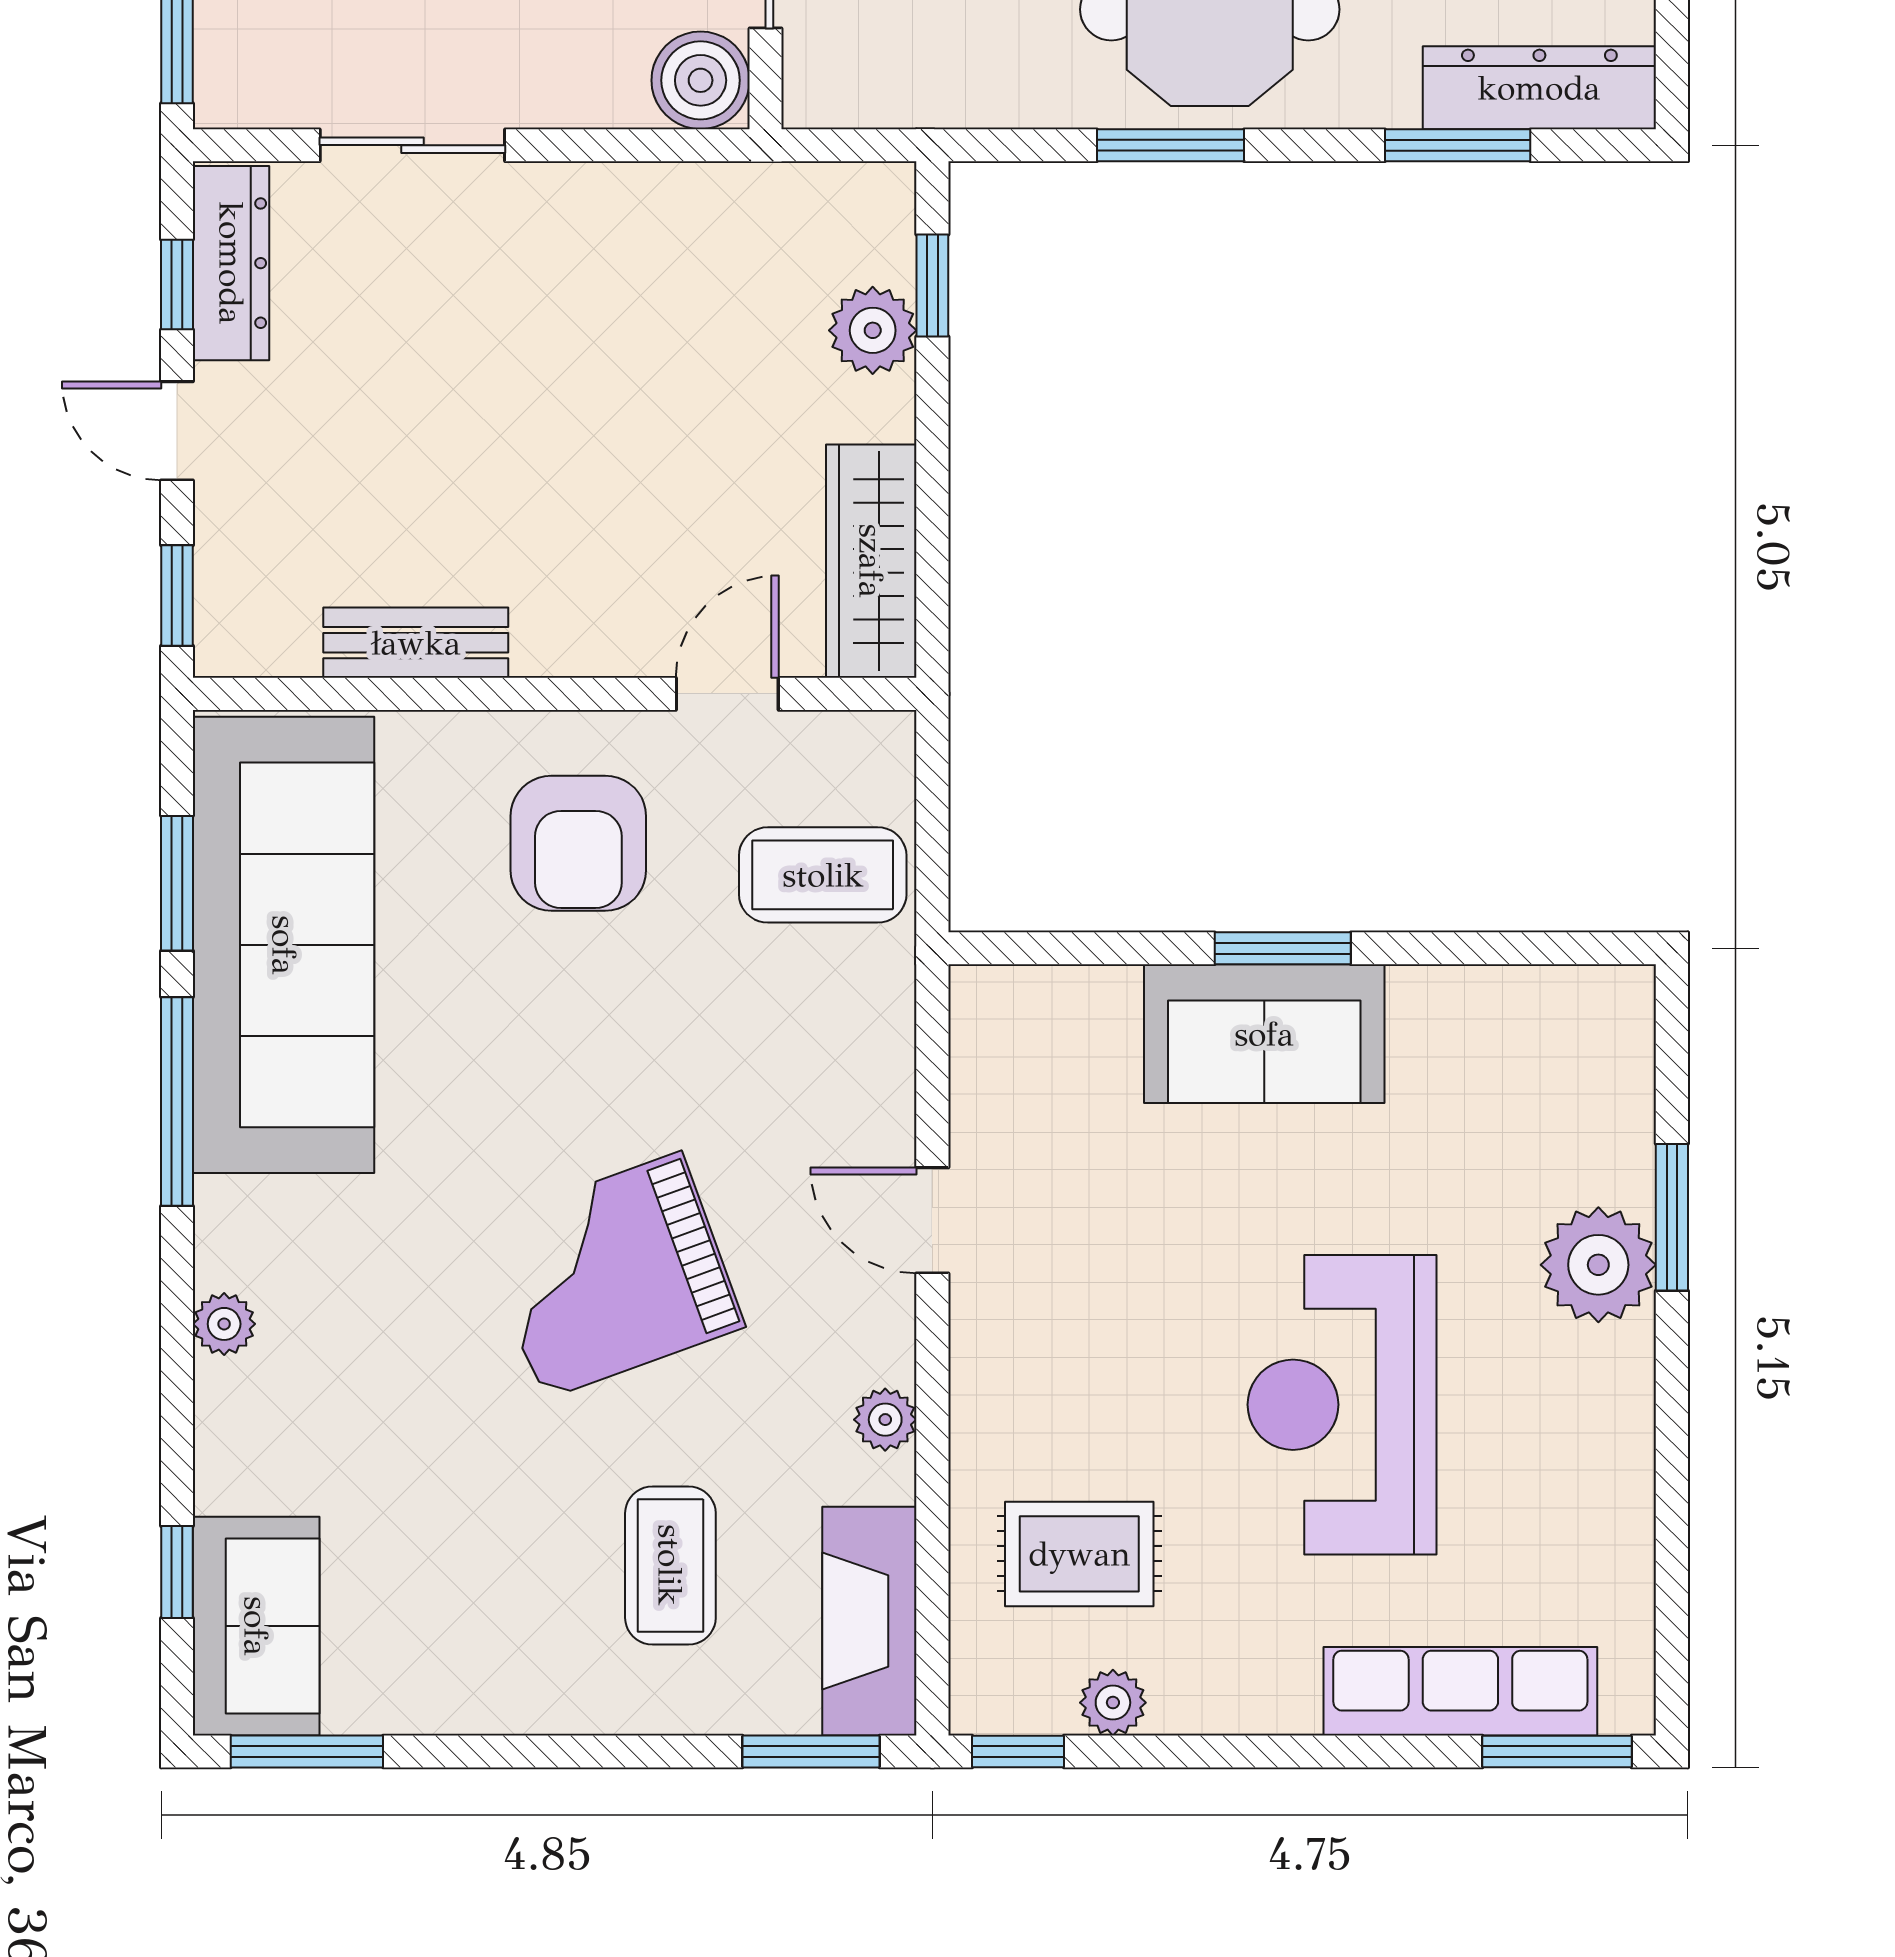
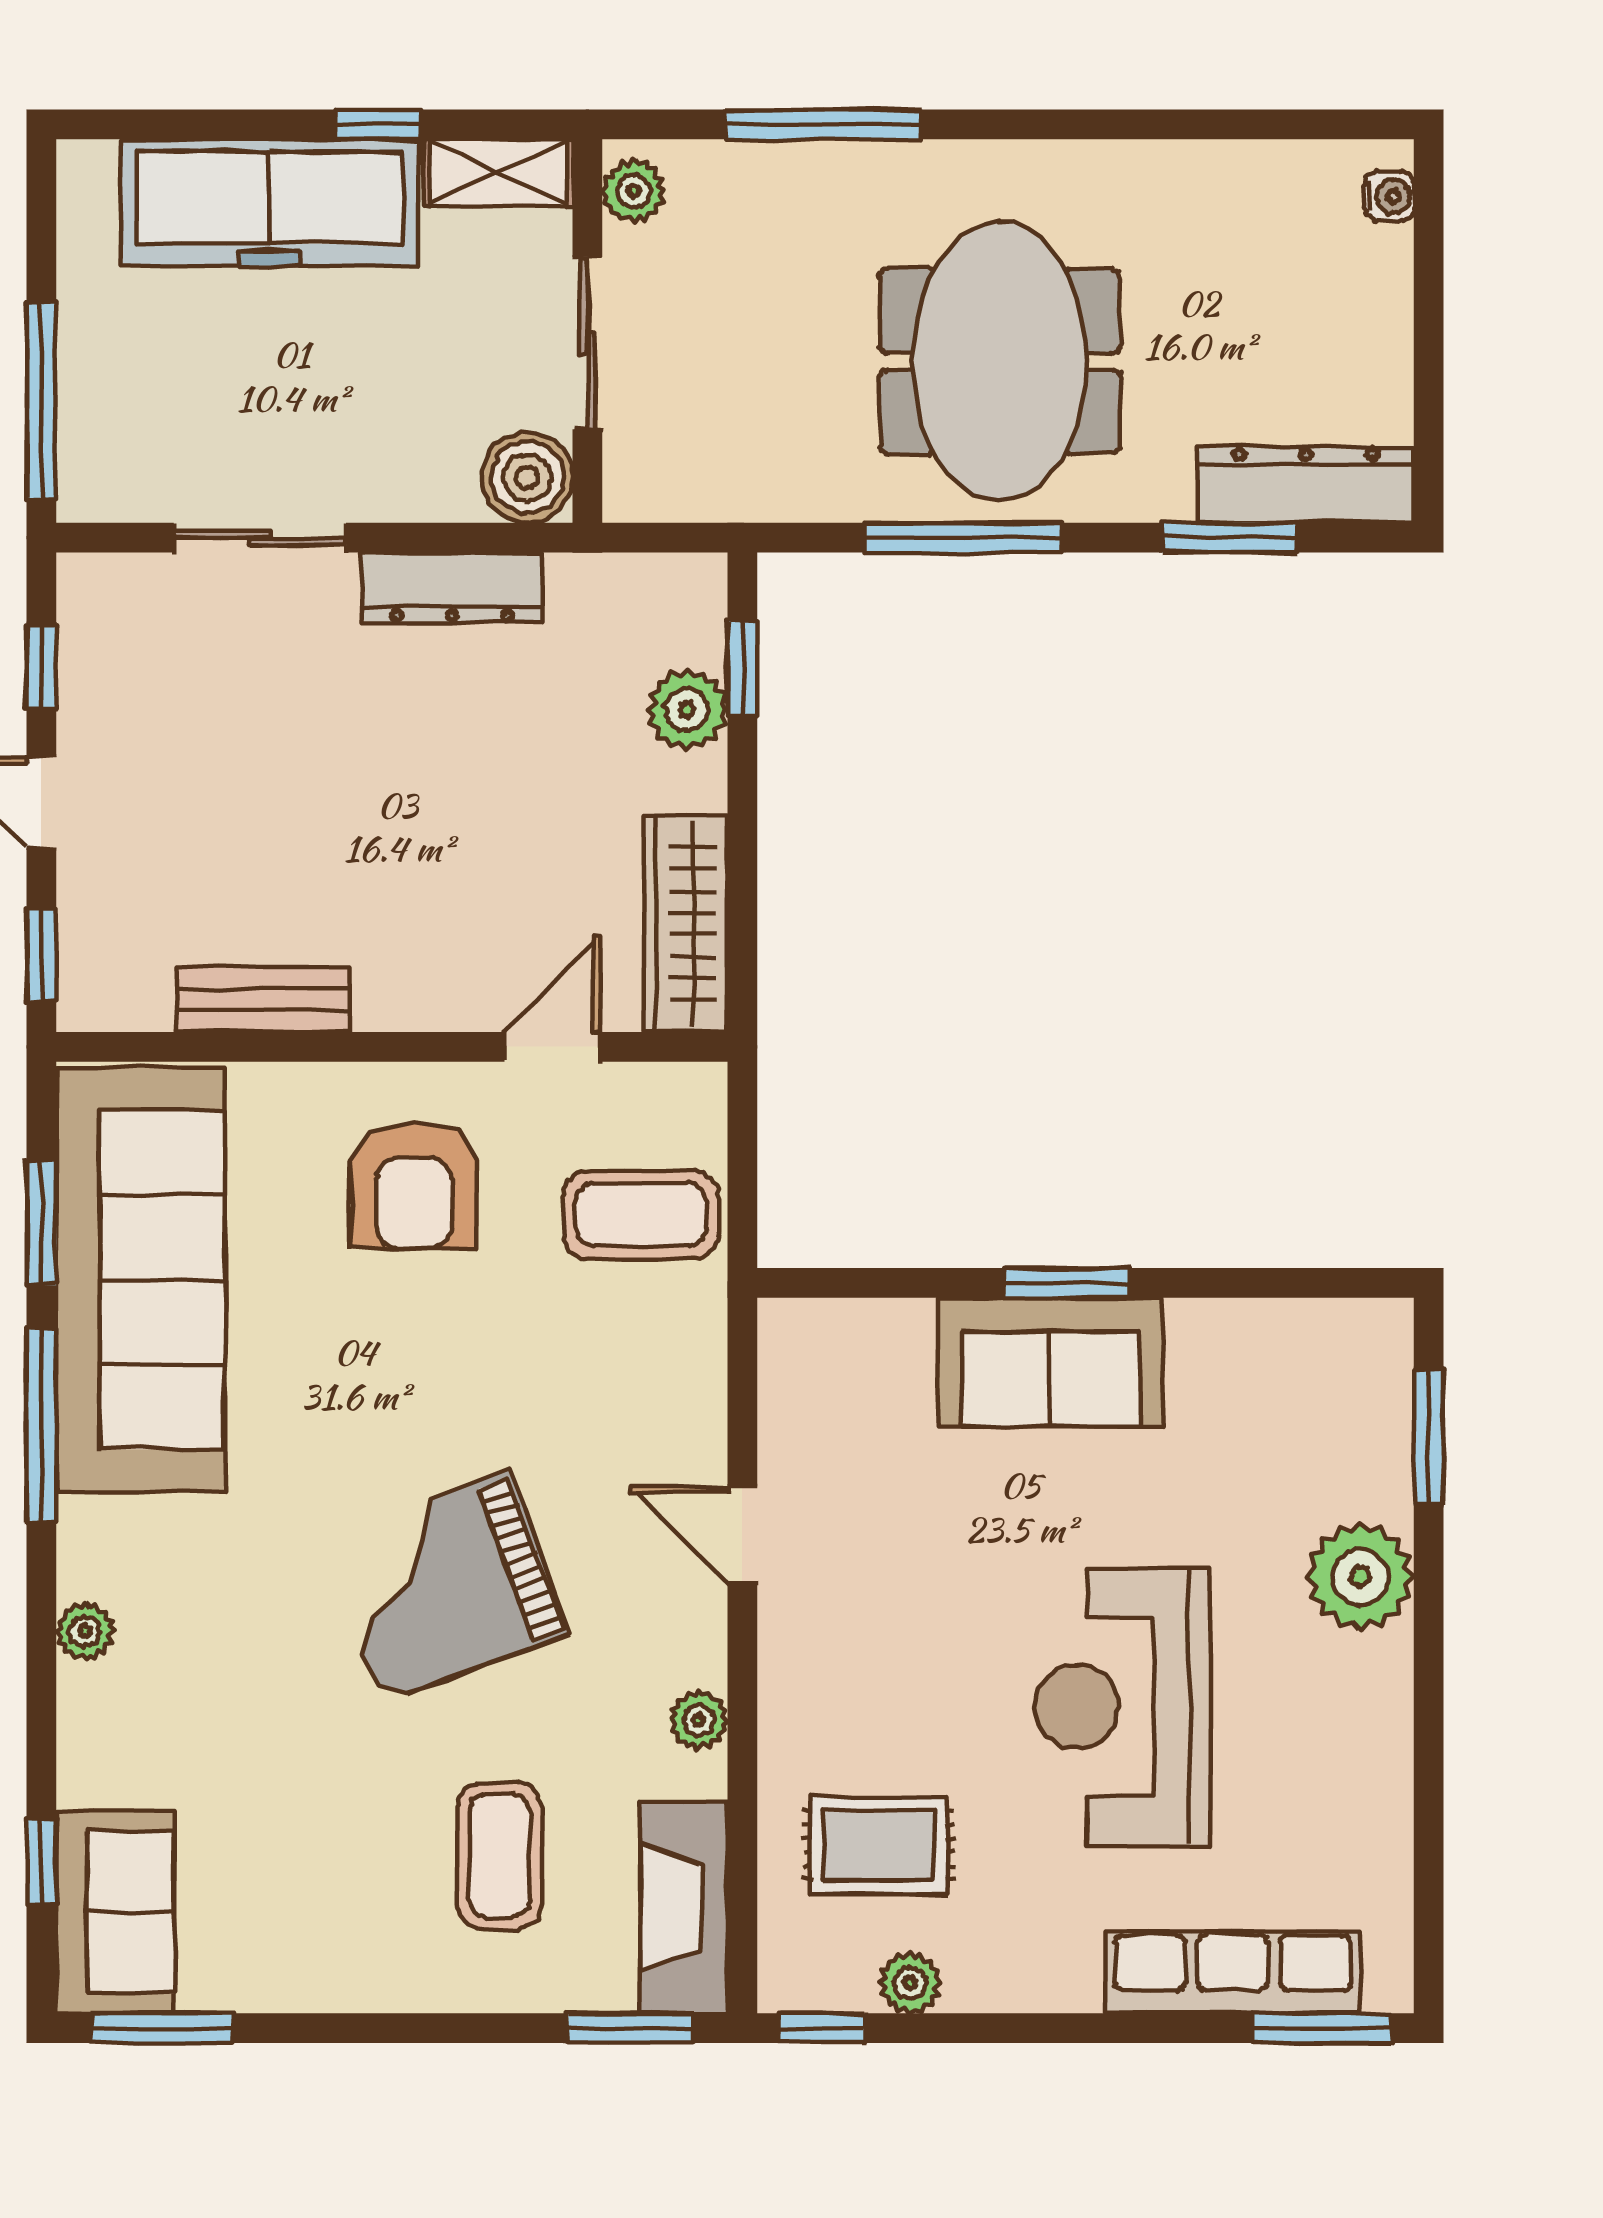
window: (1171, 145) -> (963, 538), width x1.44
dresser: (231, 263) -> (452, 588), moved, turned 90
window: (1672, 1217) -> (1429, 1437), moved

